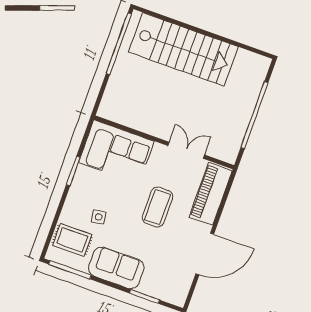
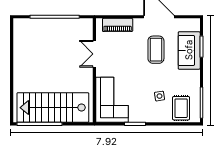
stairs: (183, 49) -> (53, 108), moved, turned -90
piano: (211, 194) -> (118, 25), width x0.73, depth x0.75
coffee table: (157, 207) -> (156, 50), moved, turned 90
sofa: (116, 268) -> (189, 50), moved

